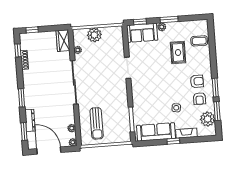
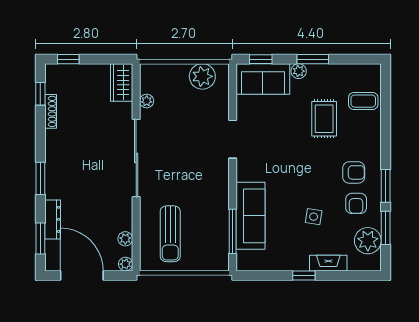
plant: (94, 35) -> (202, 76), moved
sofa: (156, 132) -> (251, 216), moved, turned 90

